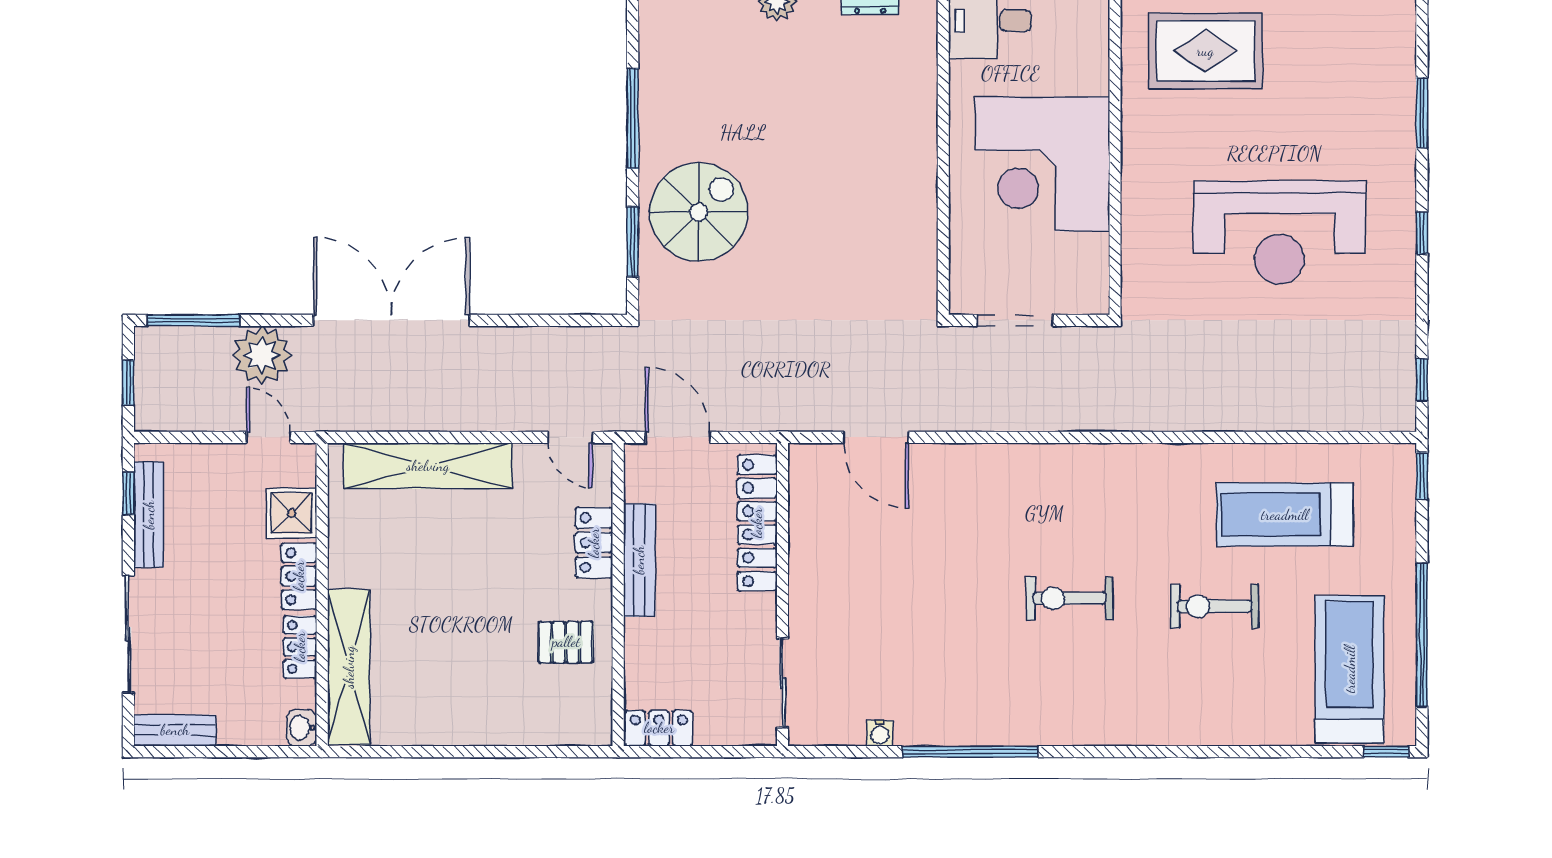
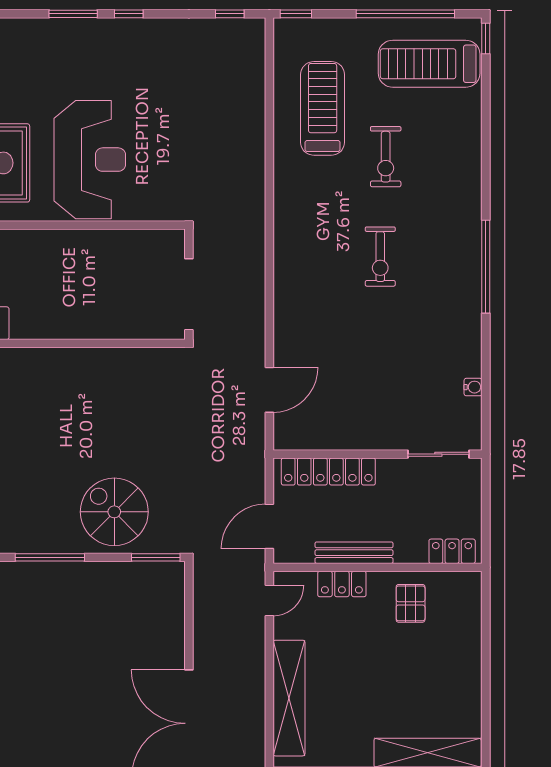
window: (1422, 113) -> (73, 14), moved
corner desk: (1042, 164) -> (81, 275), removed
reception desk: (1279, 232) -> (90, 160), moved
window: (633, 242) -> (156, 557), moved
doorway: (1015, 320) -> (189, 294), width x1.36
treadmill: (1285, 515) -> (323, 108), turned 180
locker: (659, 728) -> (452, 551), moved, turned 90
window: (970, 752) -> (486, 267), moved

